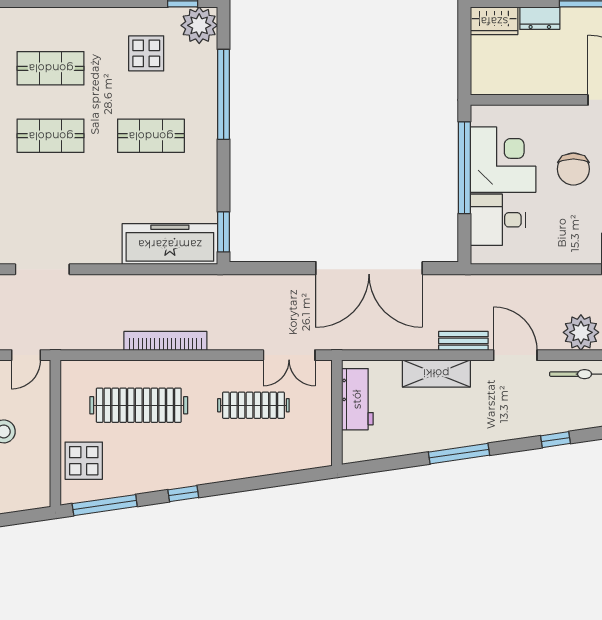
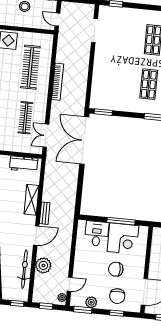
window: (464, 168) -> (121, 221), width x0.68
freezer: (170, 244) -> (100, 88), removed
double door: (369, 268) -> (84, 141), moved

